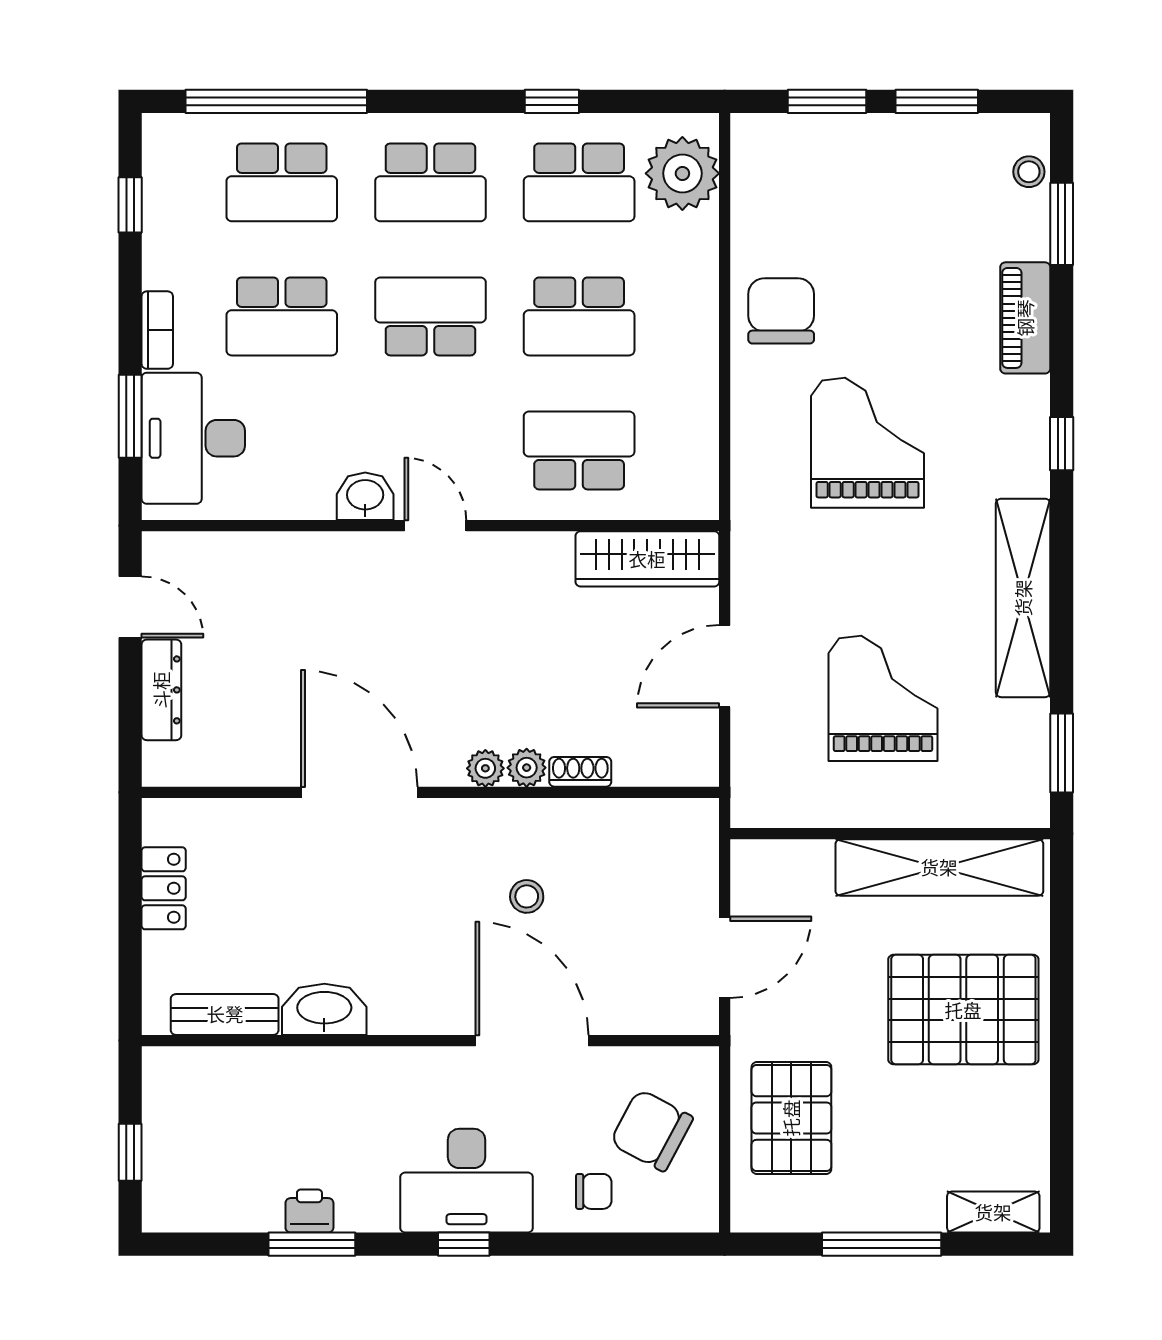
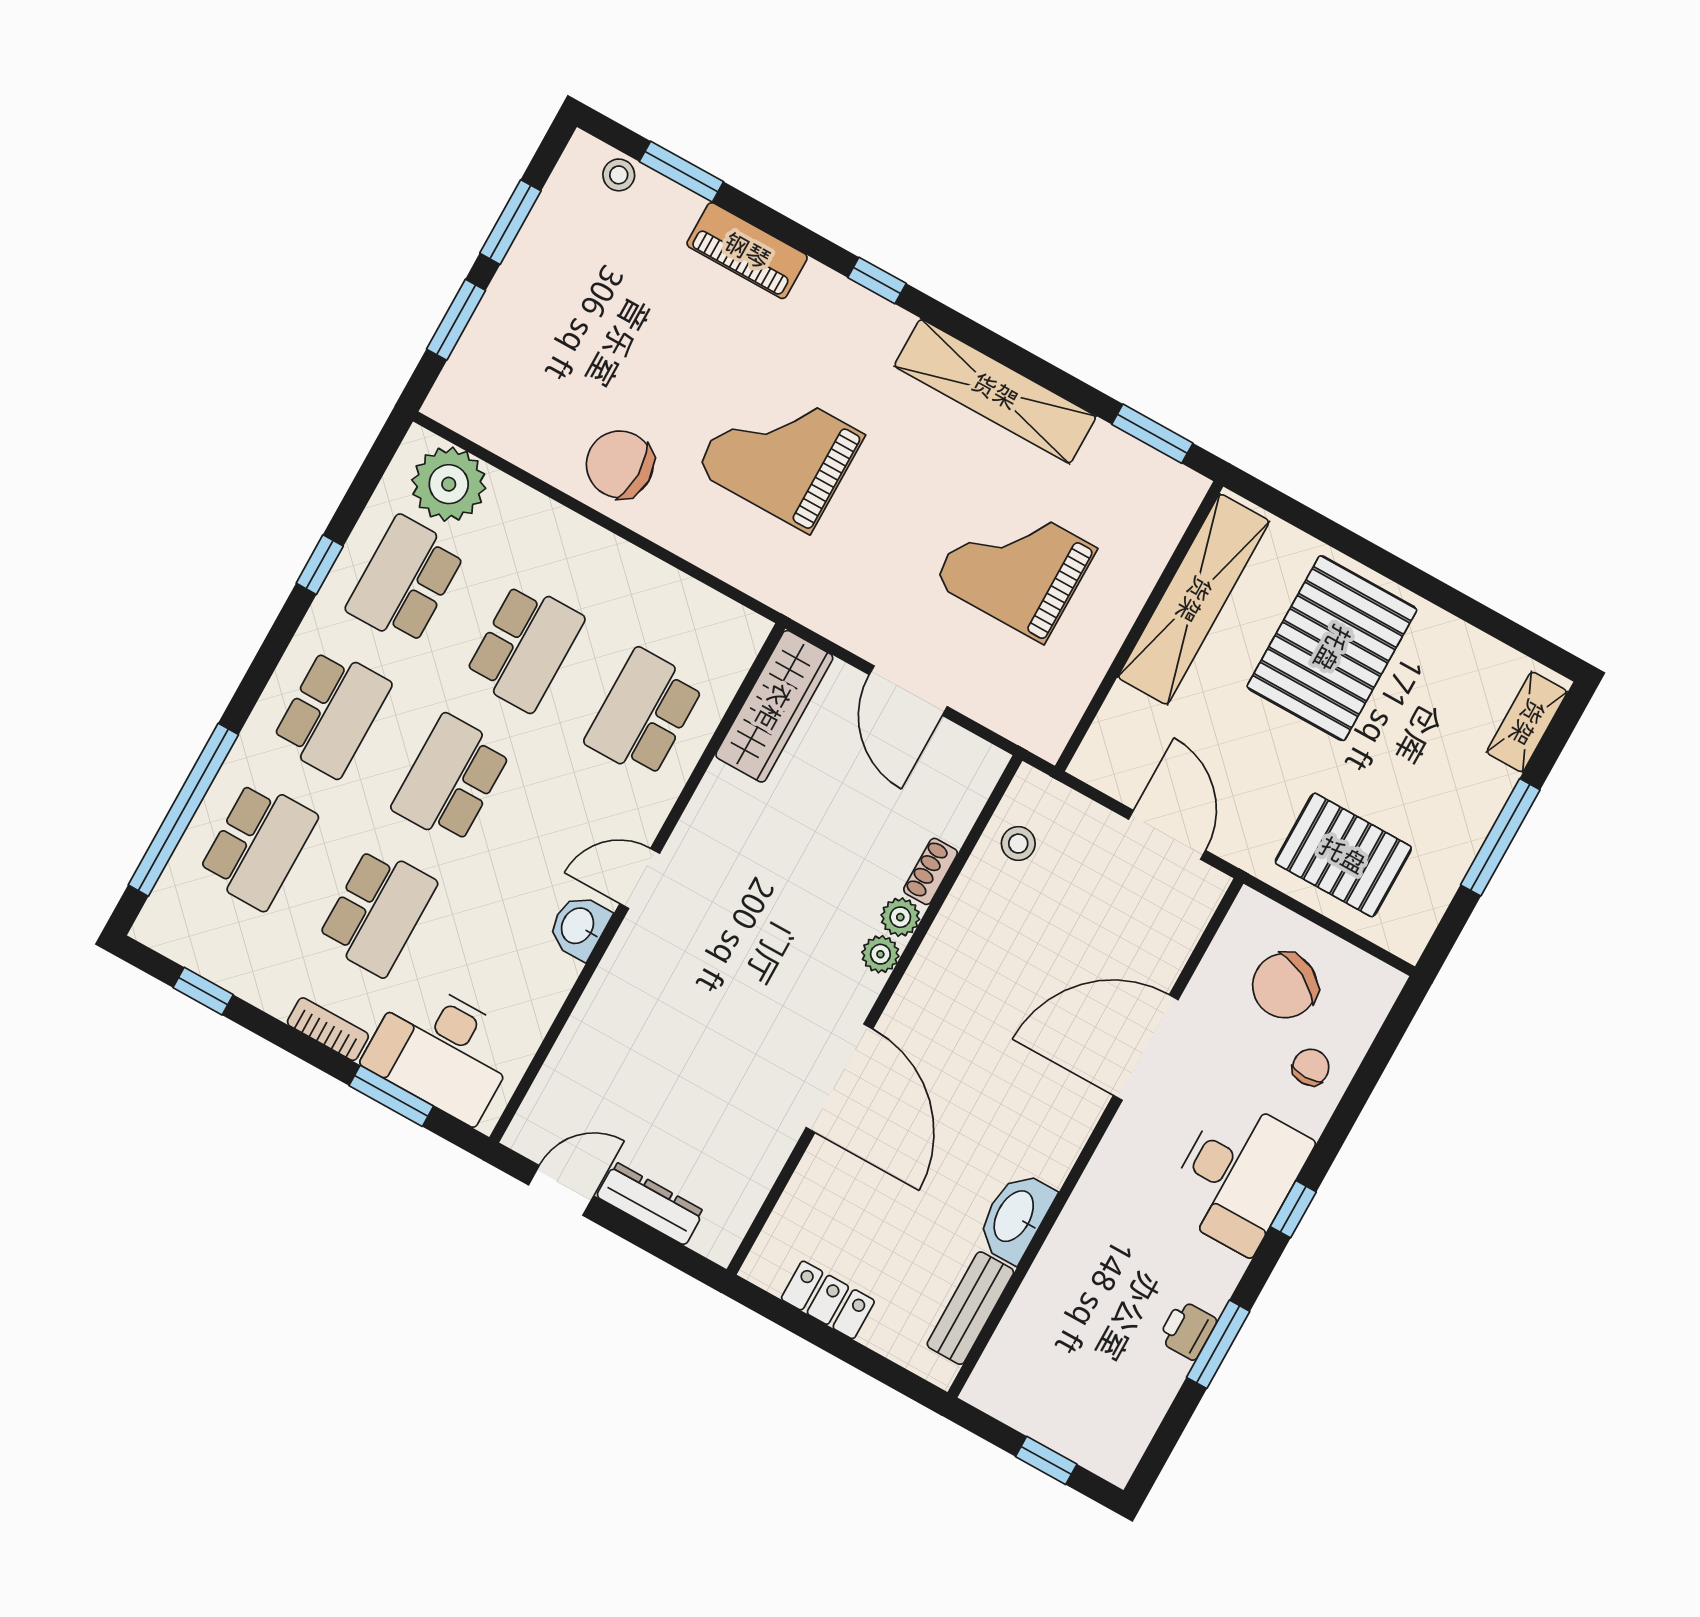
school desk: (579, 182) -> (405, 581), turned 180
door: (359, 792) -> (839, 1078), swing flipped
stool: (527, 896) -> (1018, 844), moved

